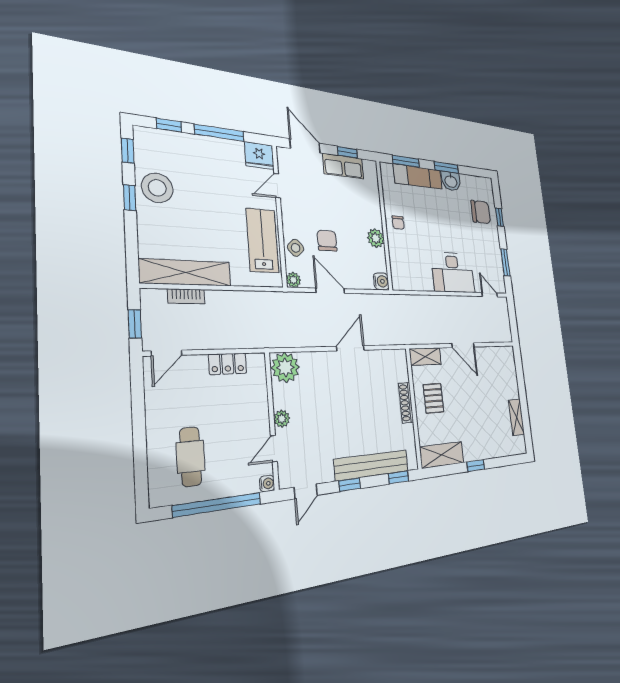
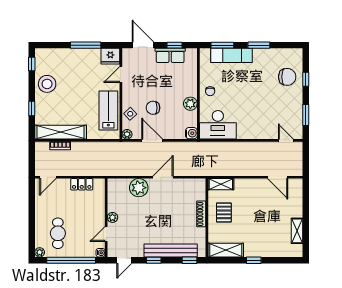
window: (169, 125) -> (55, 45), removed
washbasin: (451, 181) -> (262, 55), removed
window: (130, 198) -> (32, 109), moved
chair: (327, 241) -> (153, 108), turned -90
desk: (453, 273) -> (218, 125), moved
window: (135, 324) -> (32, 161), removed
door: (463, 345) -> (278, 177), moved
plant: (285, 367) -> (139, 188), moved
plant: (158, 498) -> (40, 252), added

